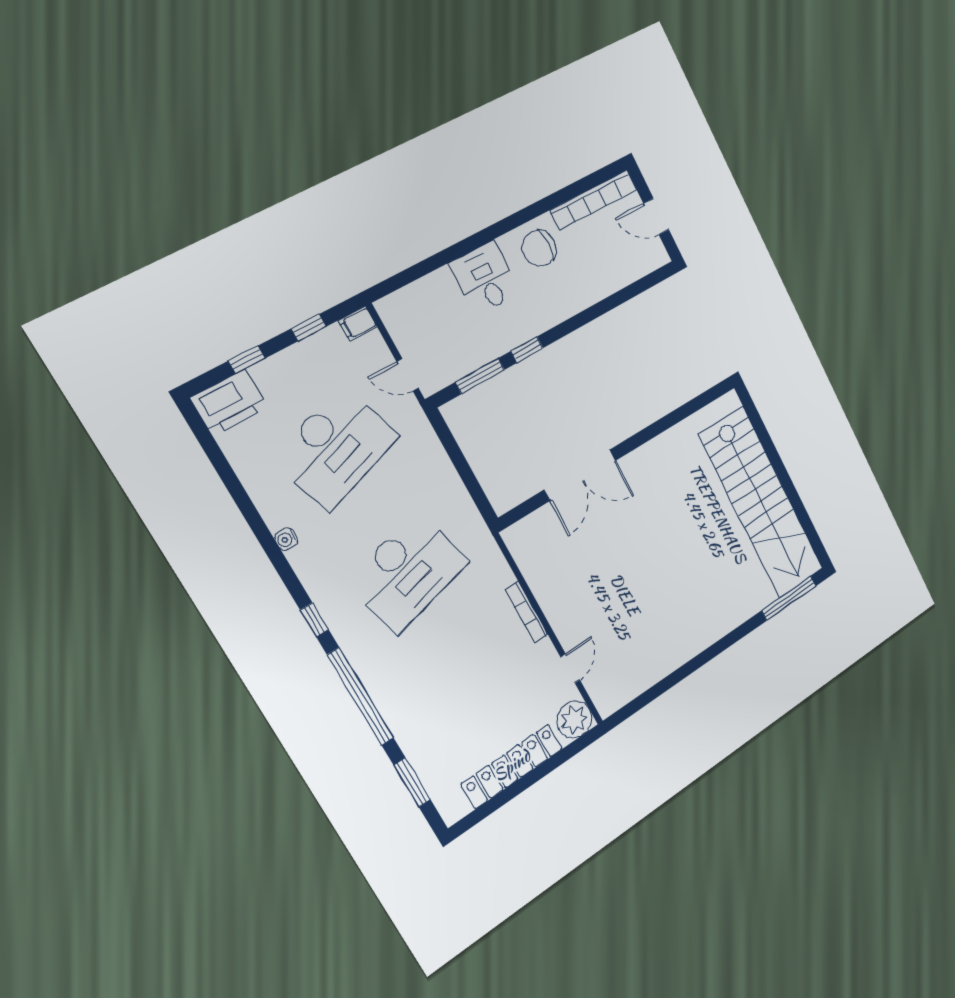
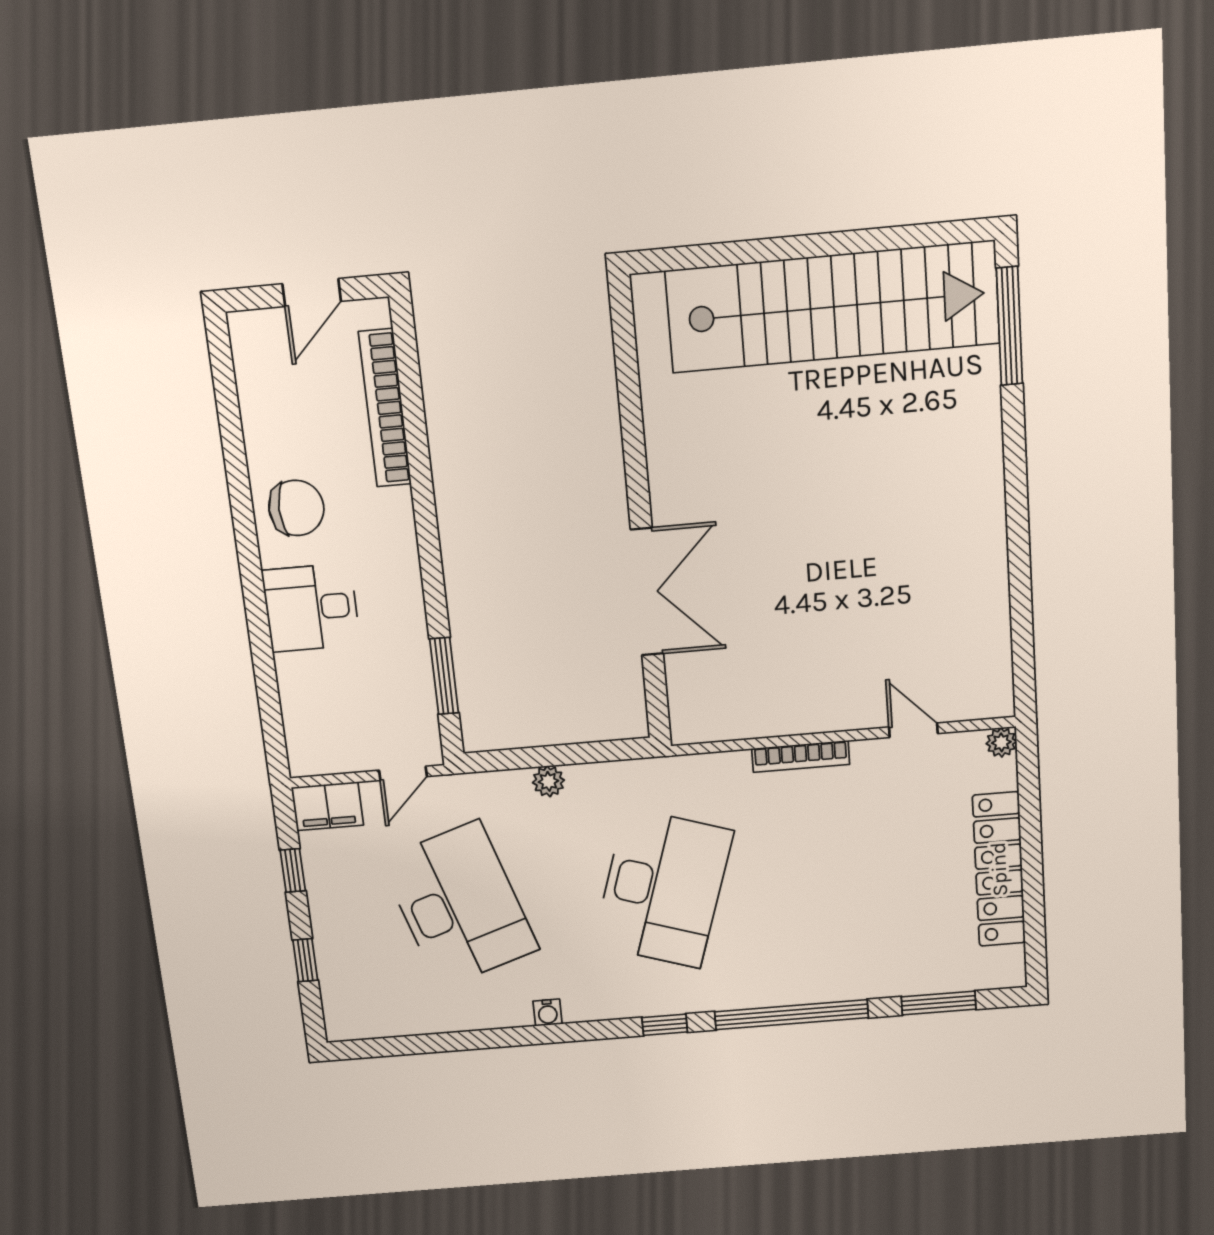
bookcase: (594, 200) -> (385, 408), moved, turned 180
chair: (539, 248) -> (296, 508), turned -90
filing cabinet: (358, 324) -> (327, 806), width x2.00
window: (527, 350) -> (434, 591), removed
printer: (229, 402) -> (350, 1002), removed
plant: (444, 468) -> (548, 781), added
desk: (408, 572) -> (663, 888), turned 33
plant: (574, 719) -> (1001, 742), width x0.53, depth x0.53

